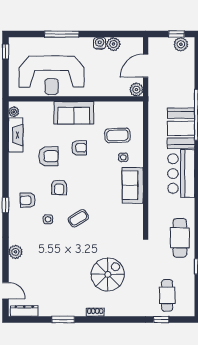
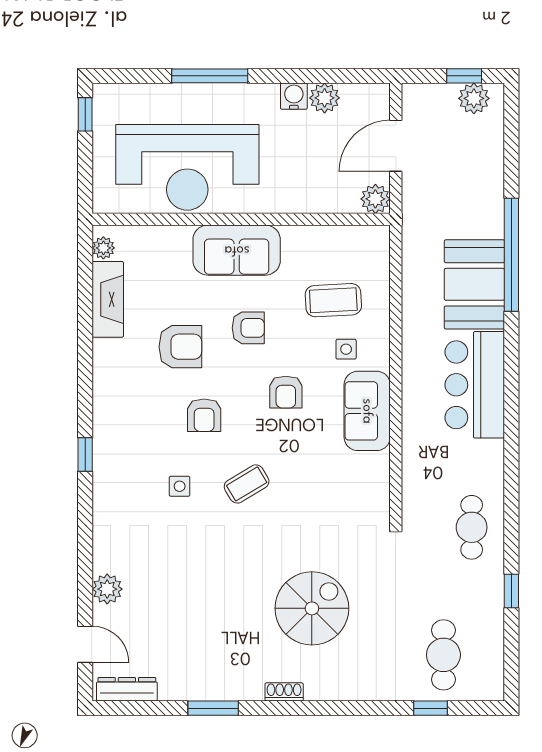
armchair: (28, 200) -> (286, 392), moved, turned -90
cafe table: (180, 238) -> (472, 527), width x0.73, depth x0.74
plant: (15, 252) -> (107, 589), moved

